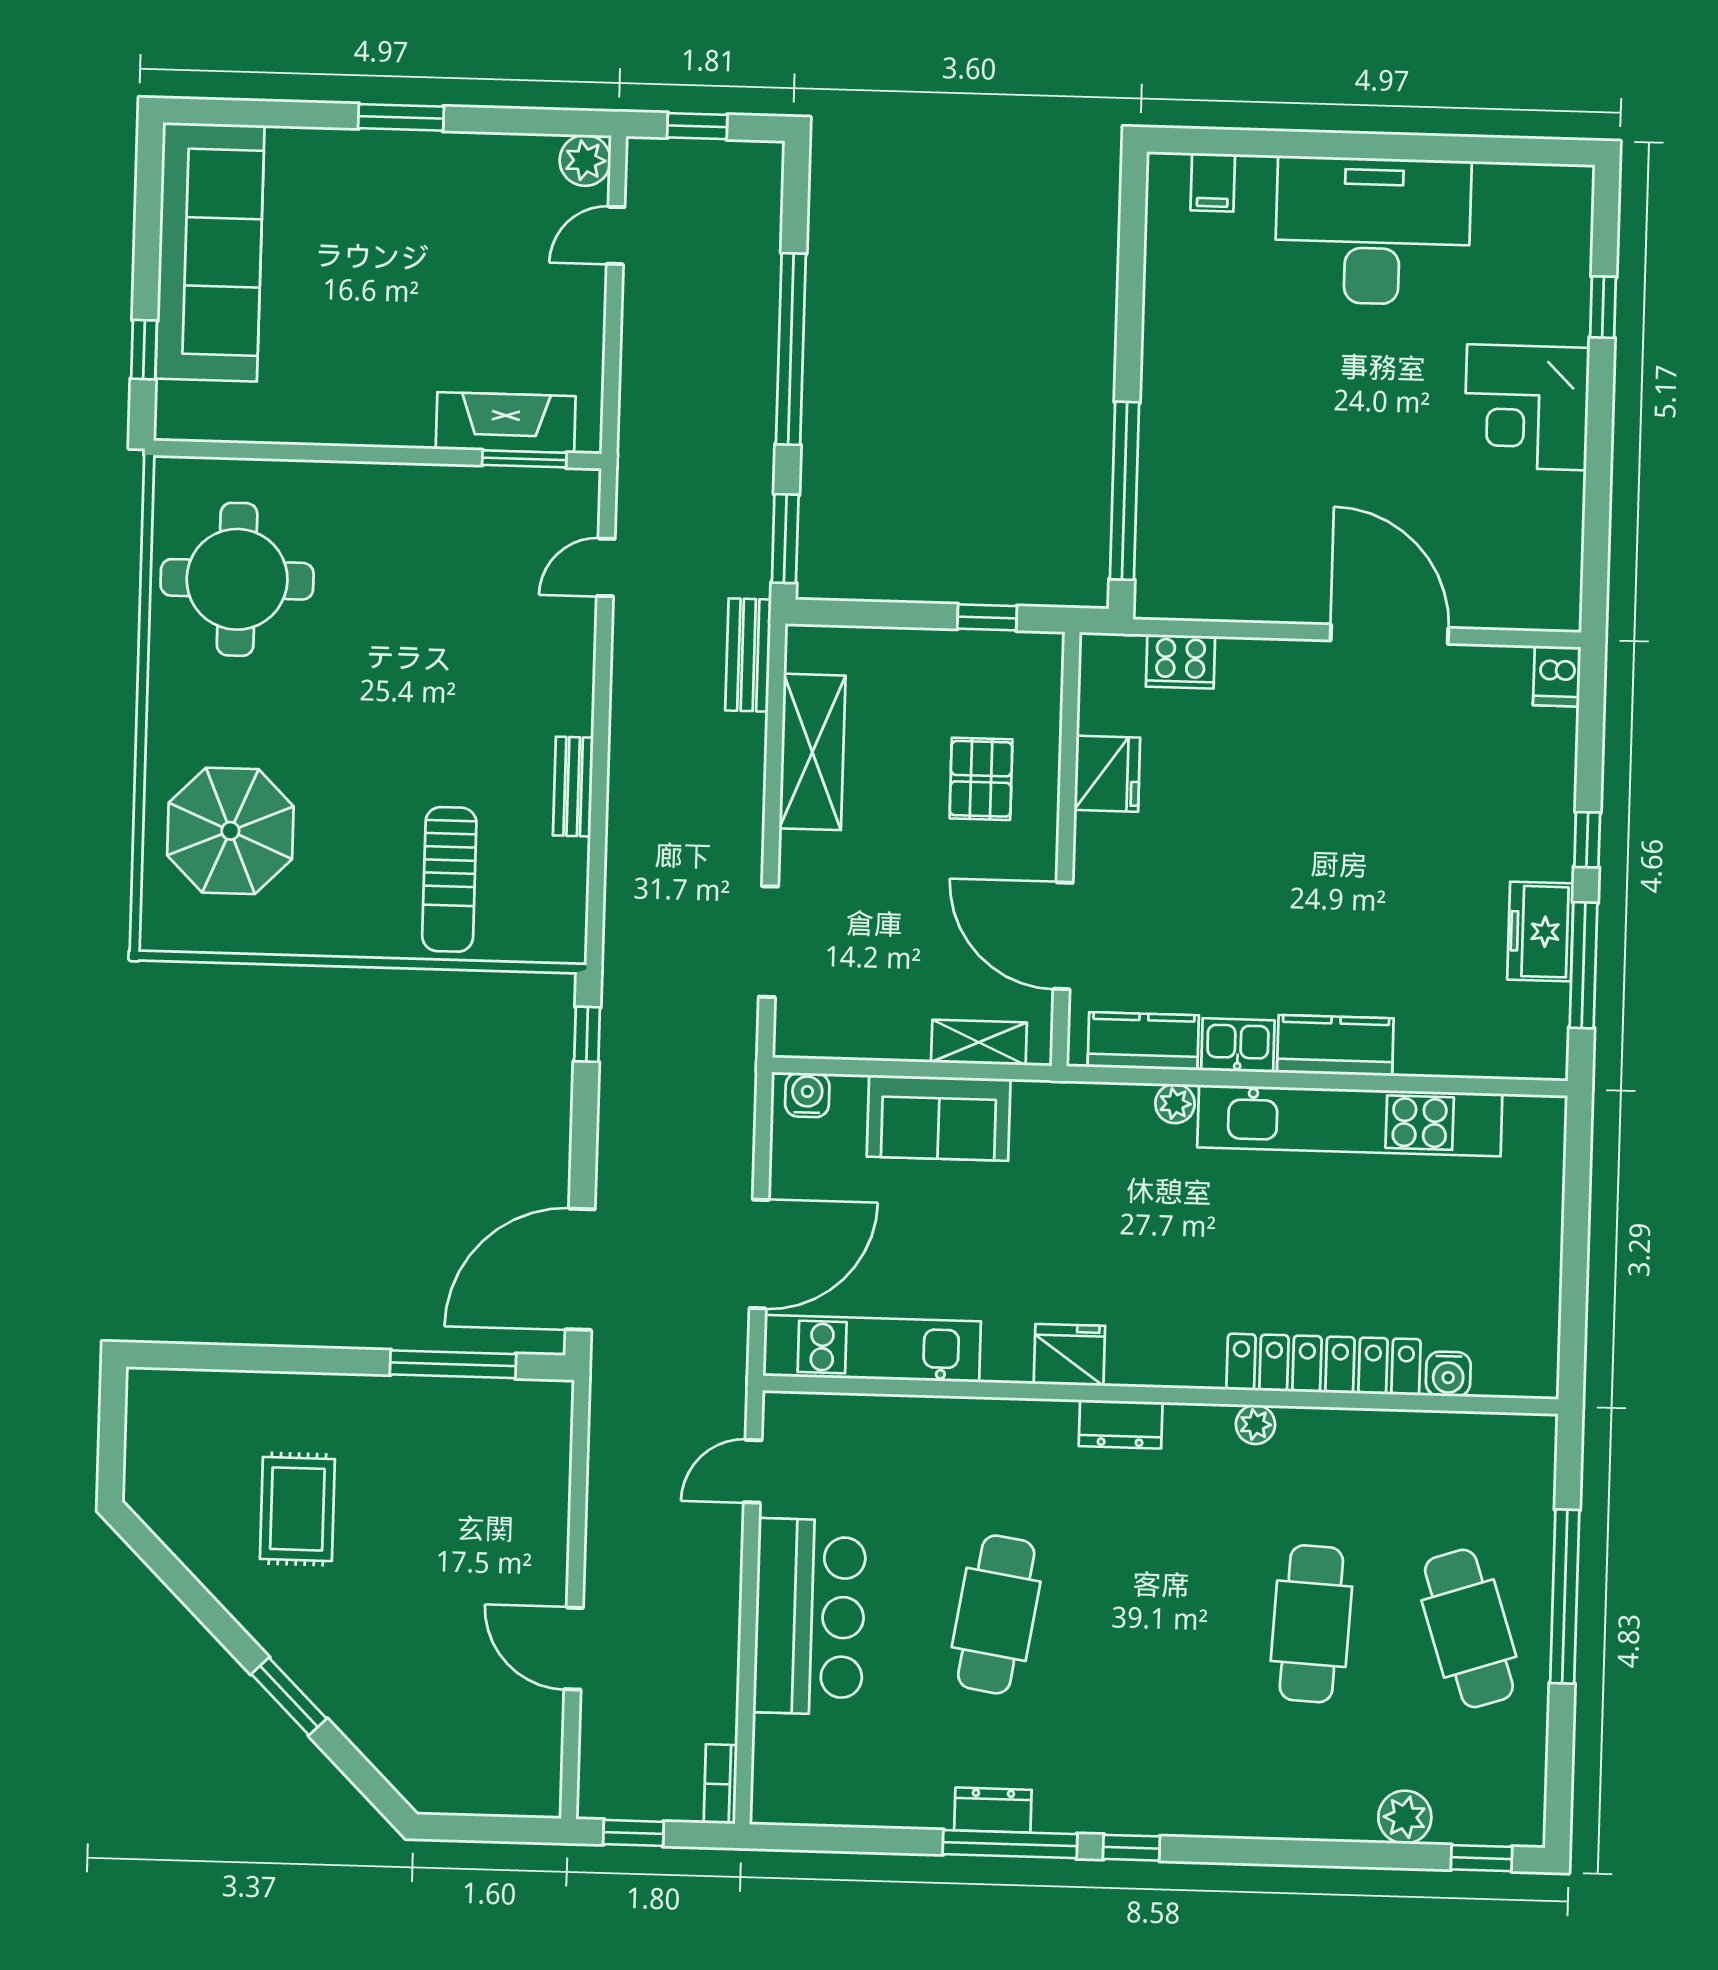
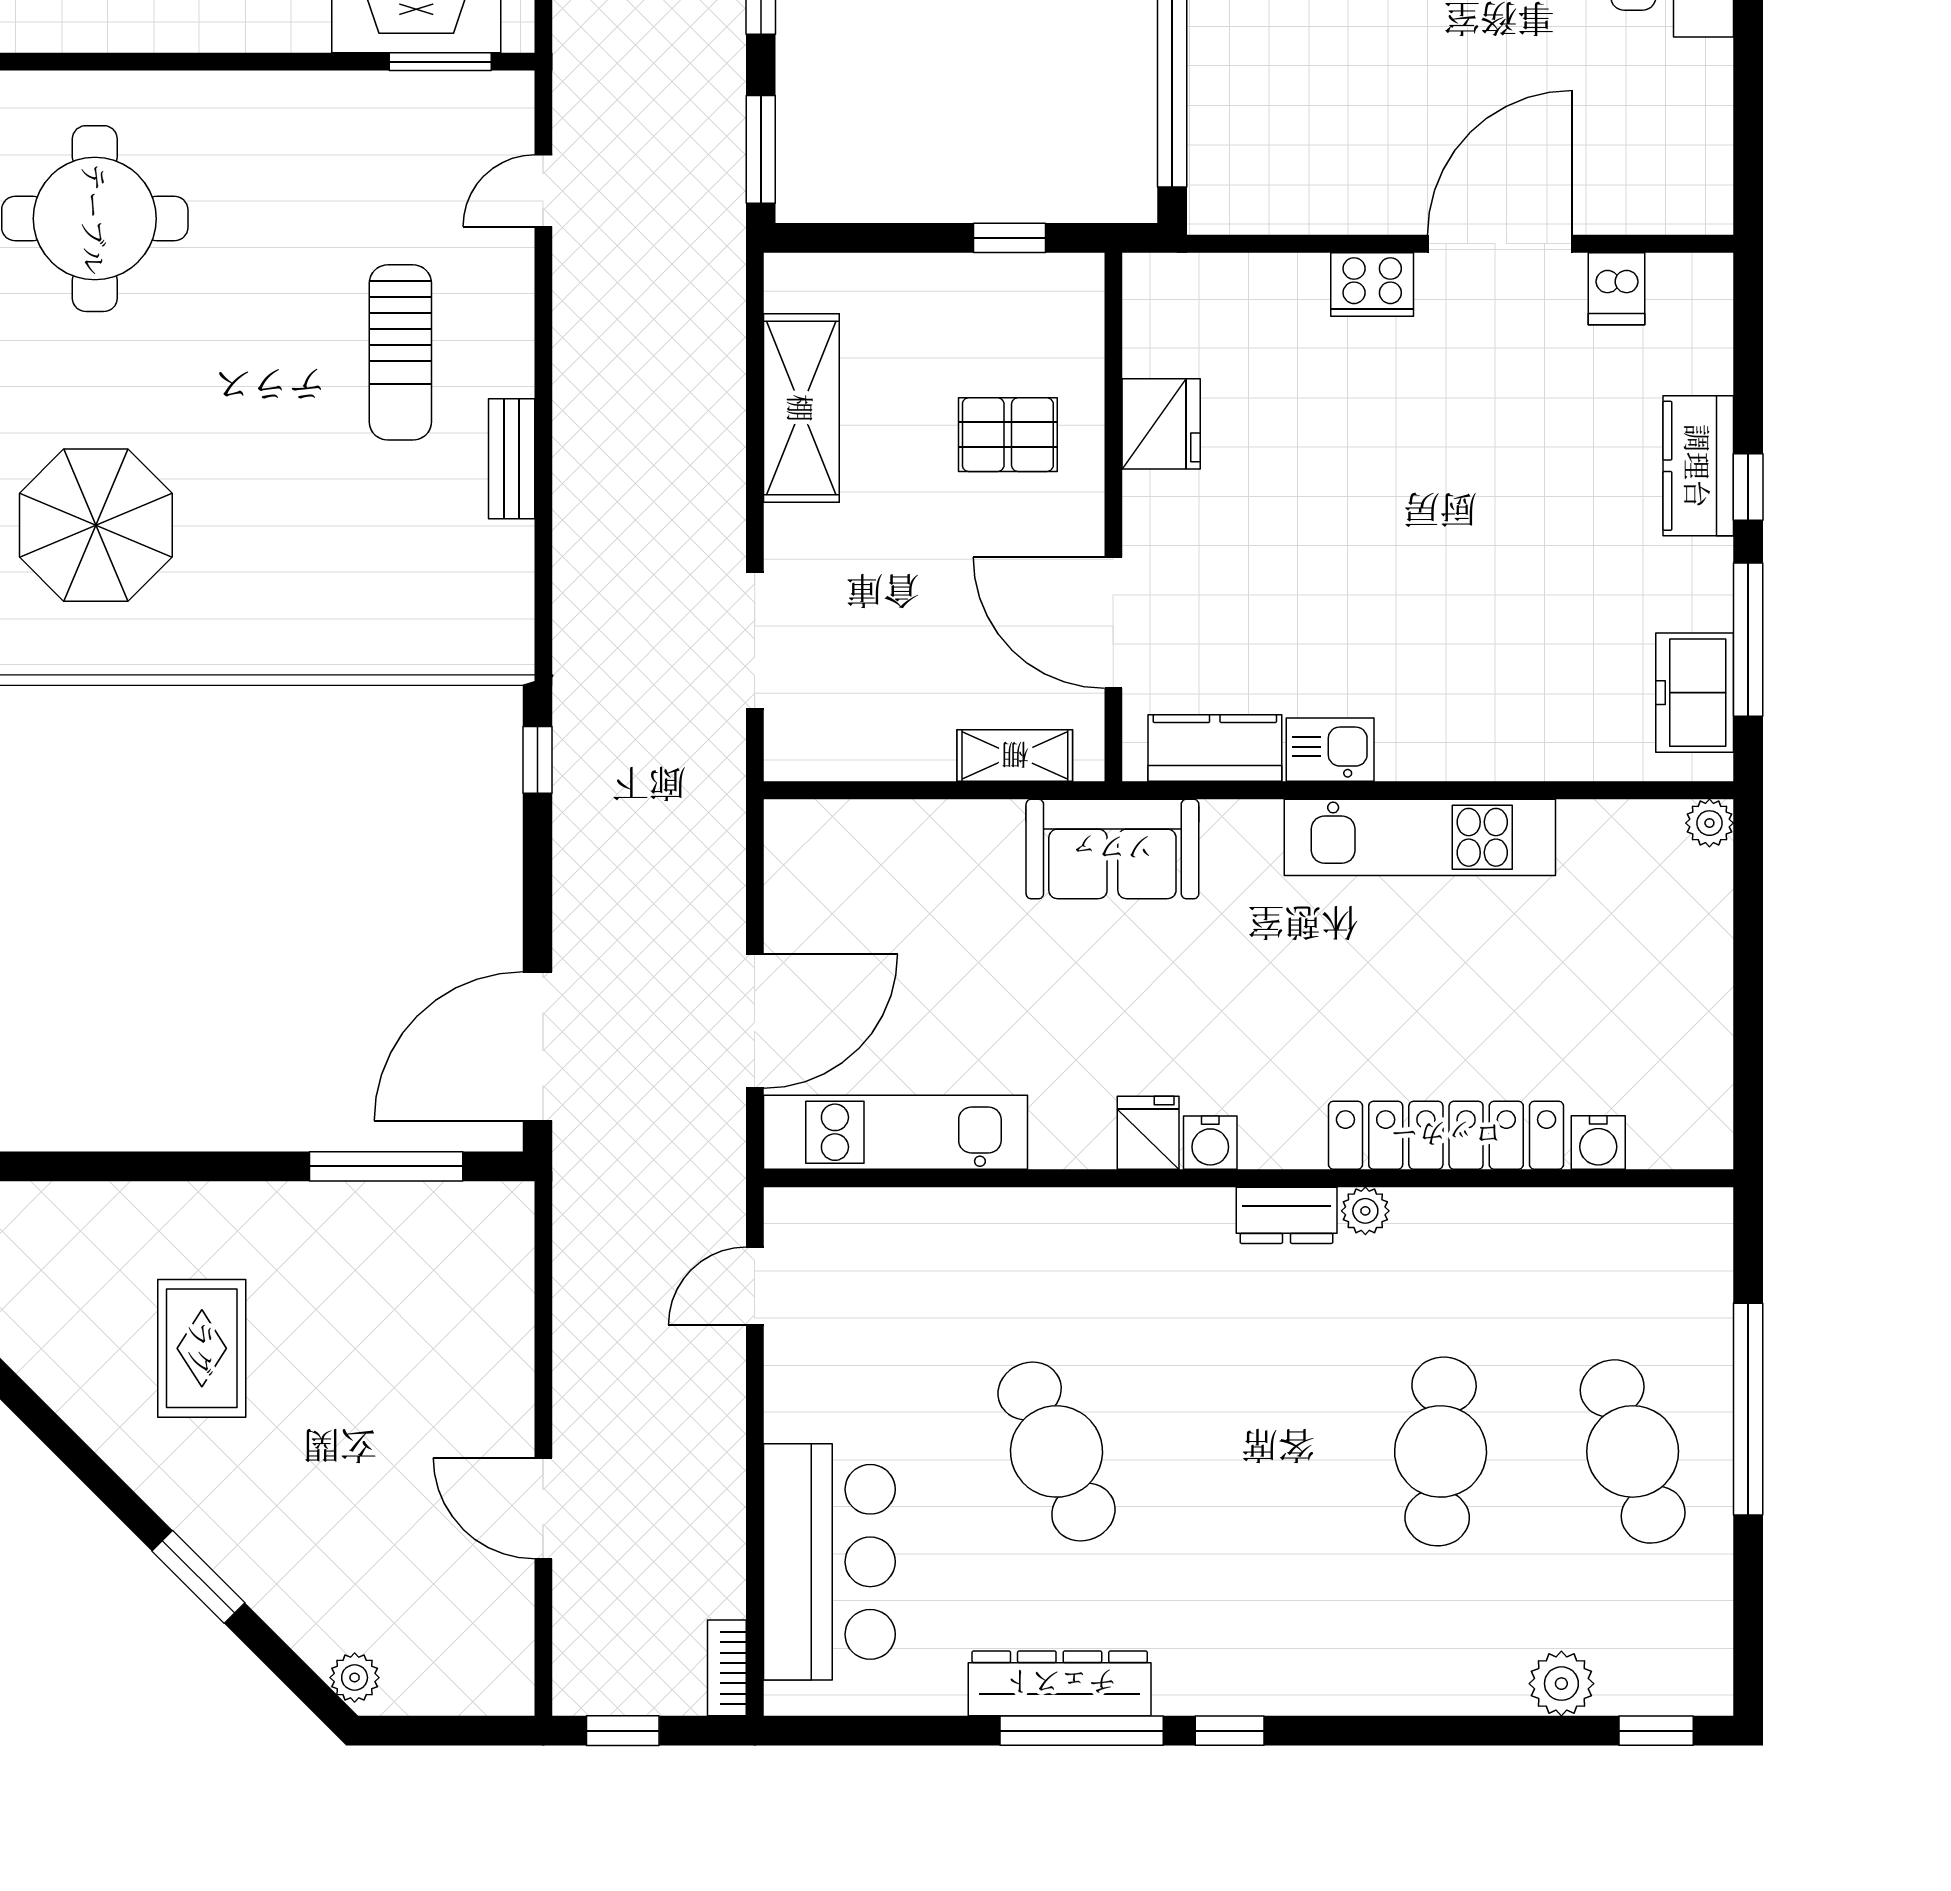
door: (1389, 634) -> (1500, 244), hinge flipped
bench: (748, 655) -> (720, 292), removed
cooker: (1180, 661) -> (1372, 284), moved
dishwasher: (1557, 676) -> (1616, 289), moved
pallet: (981, 779) -> (1008, 435), turned 90
sun lounger: (449, 879) -> (400, 352), moved
freezer: (1541, 932) -> (1695, 693), moved
kitchen counter: (1335, 1045) -> (1698, 466), moved, turned -90
water cooler: (807, 1095) -> (1210, 1143), moved, turned 180
plant: (1175, 1104) -> (1709, 823), moved
sofa: (939, 1118) -> (1112, 849), moved
kitchen unit: (1350, 1121) -> (1420, 837), width x0.73
fridge: (1069, 1355) -> (1148, 1133), width x0.72
dresser: (1121, 1424) -> (1287, 1215), moved
cafe table: (996, 1614) -> (1057, 1451), turned -33
bar counter: (810, 1617) -> (829, 1562), moved
plant: (415, 1783) -> (355, 1678), added
dresser: (993, 1810) -> (1060, 1683), width x1.96, depth x1.24

